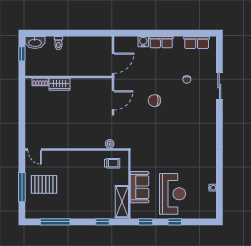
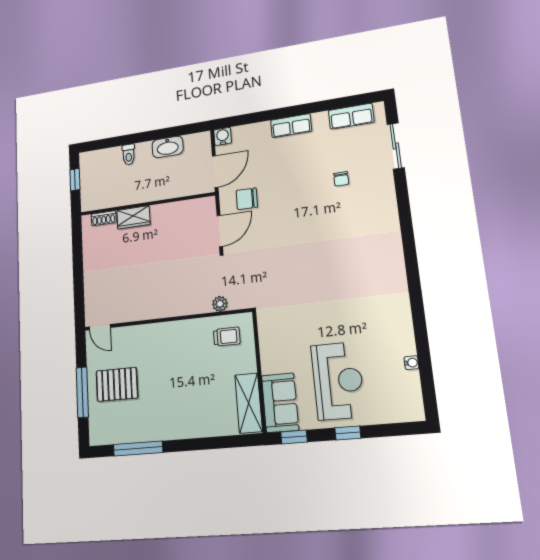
washbasin: (35, 42) -> (168, 147), moved
water cooler: (143, 42) -> (223, 136), moved
sliding door: (219, 86) -> (396, 146), moved
chair: (154, 101) -> (247, 199), moved
sofa: (140, 187) -> (280, 403), moved
window: (103, 222) -> (218, 443), removed

